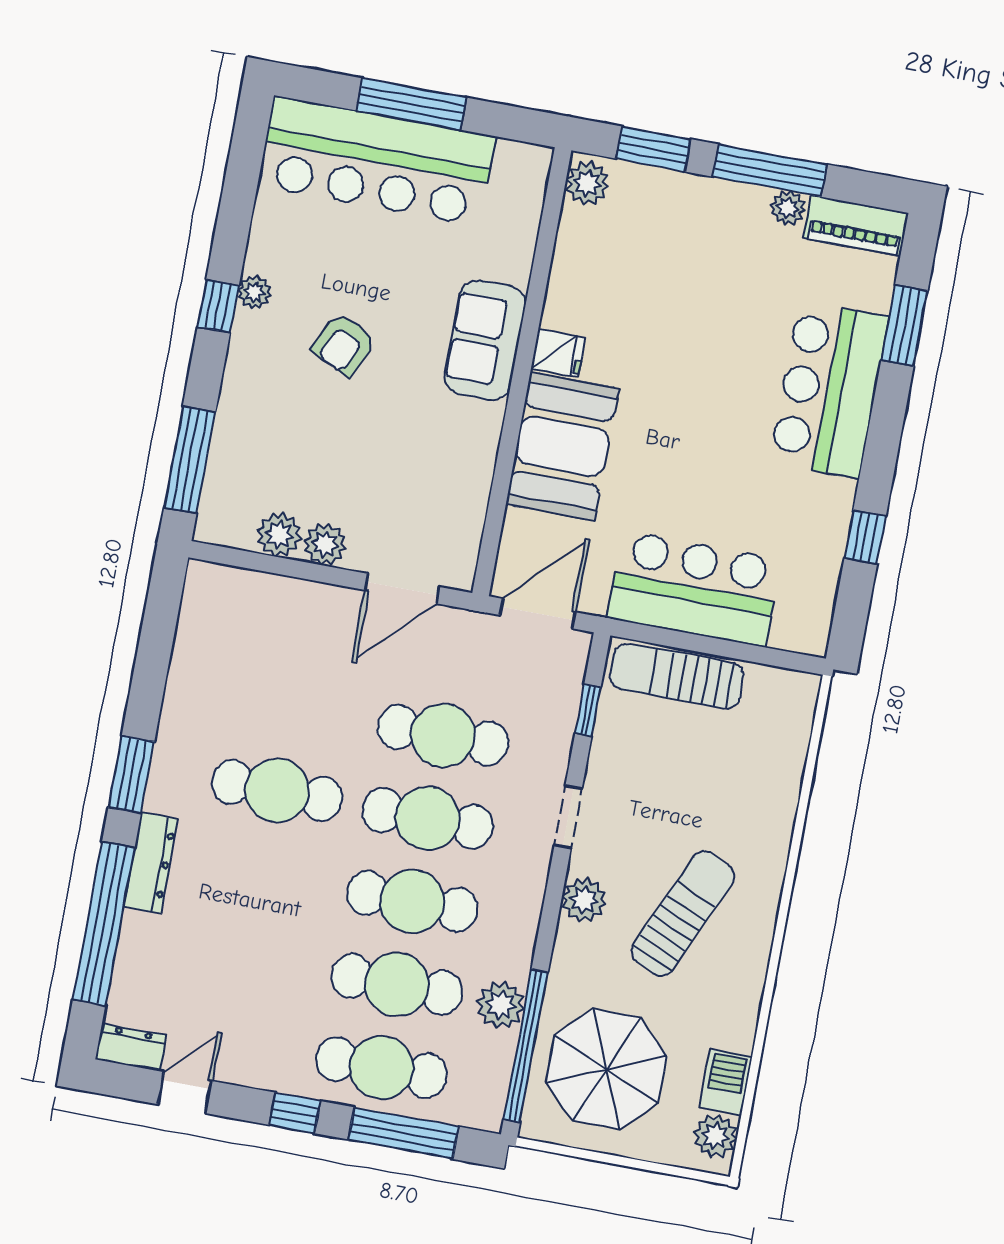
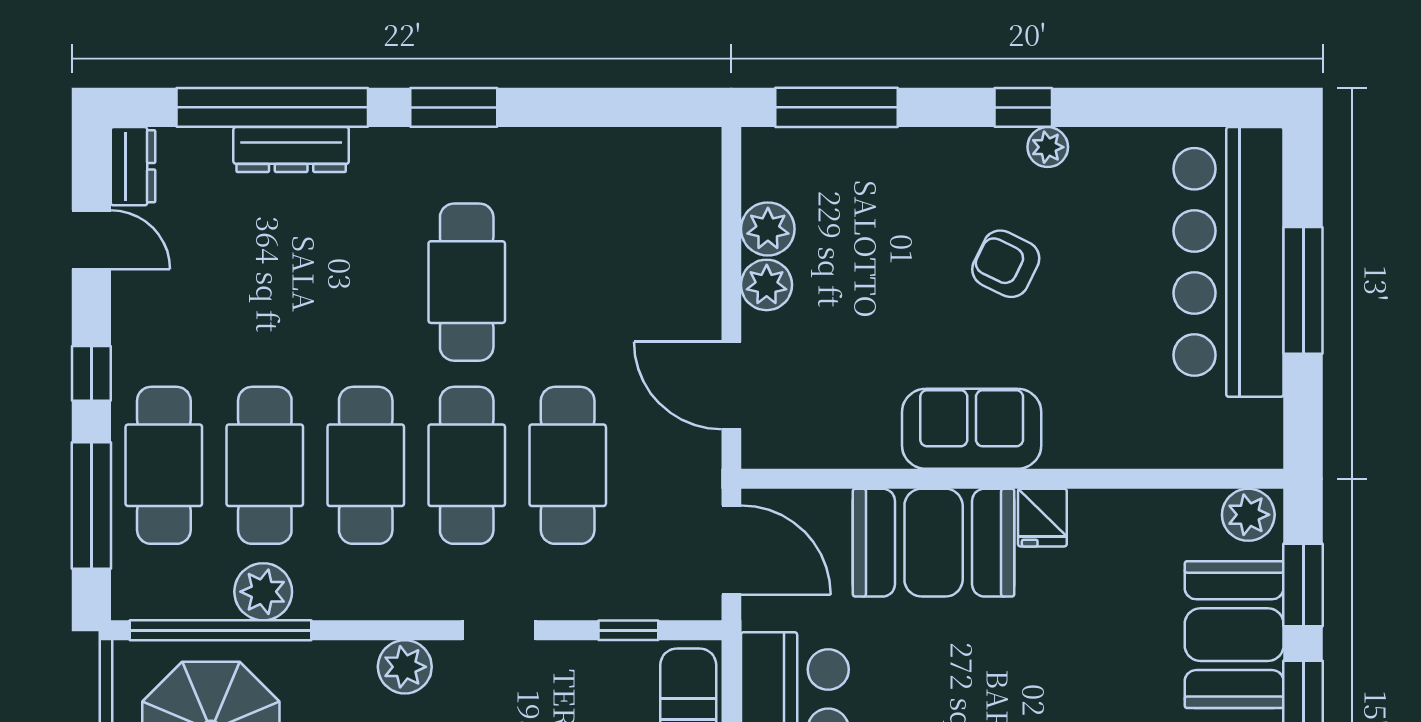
booth: (684, 213) -> (1234, 635), added
sofa: (485, 340) -> (972, 429), moved
dresser: (151, 863) -> (291, 150), moved

